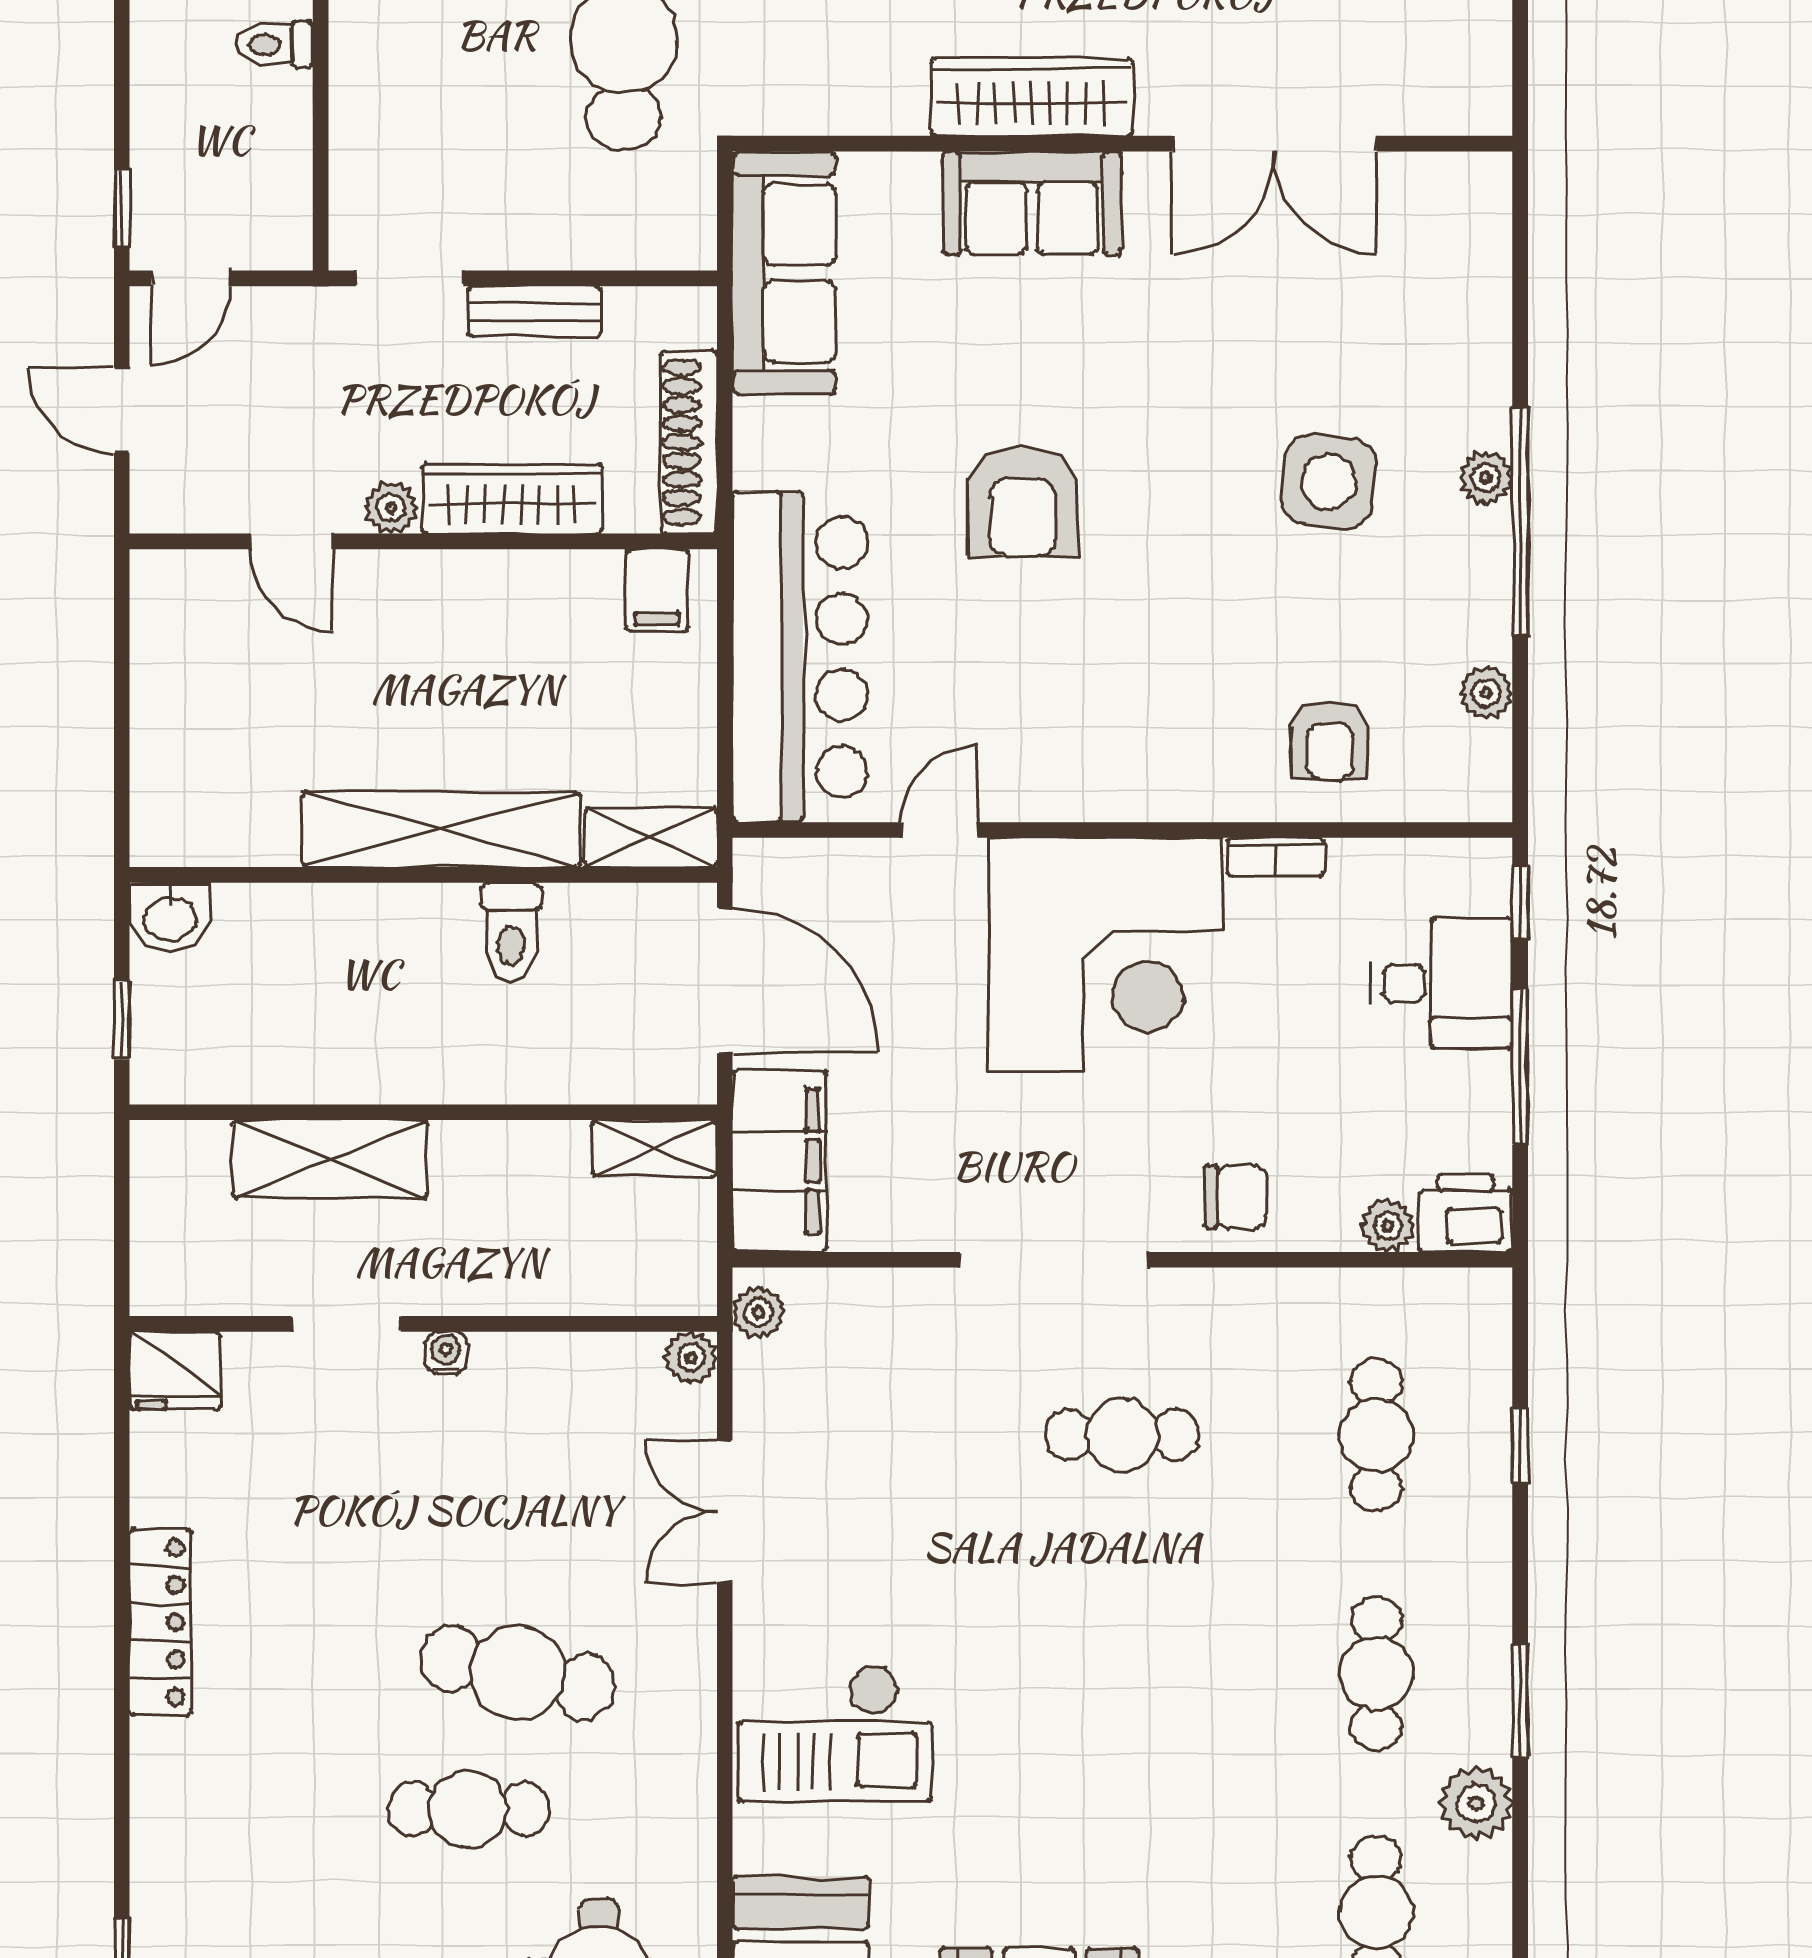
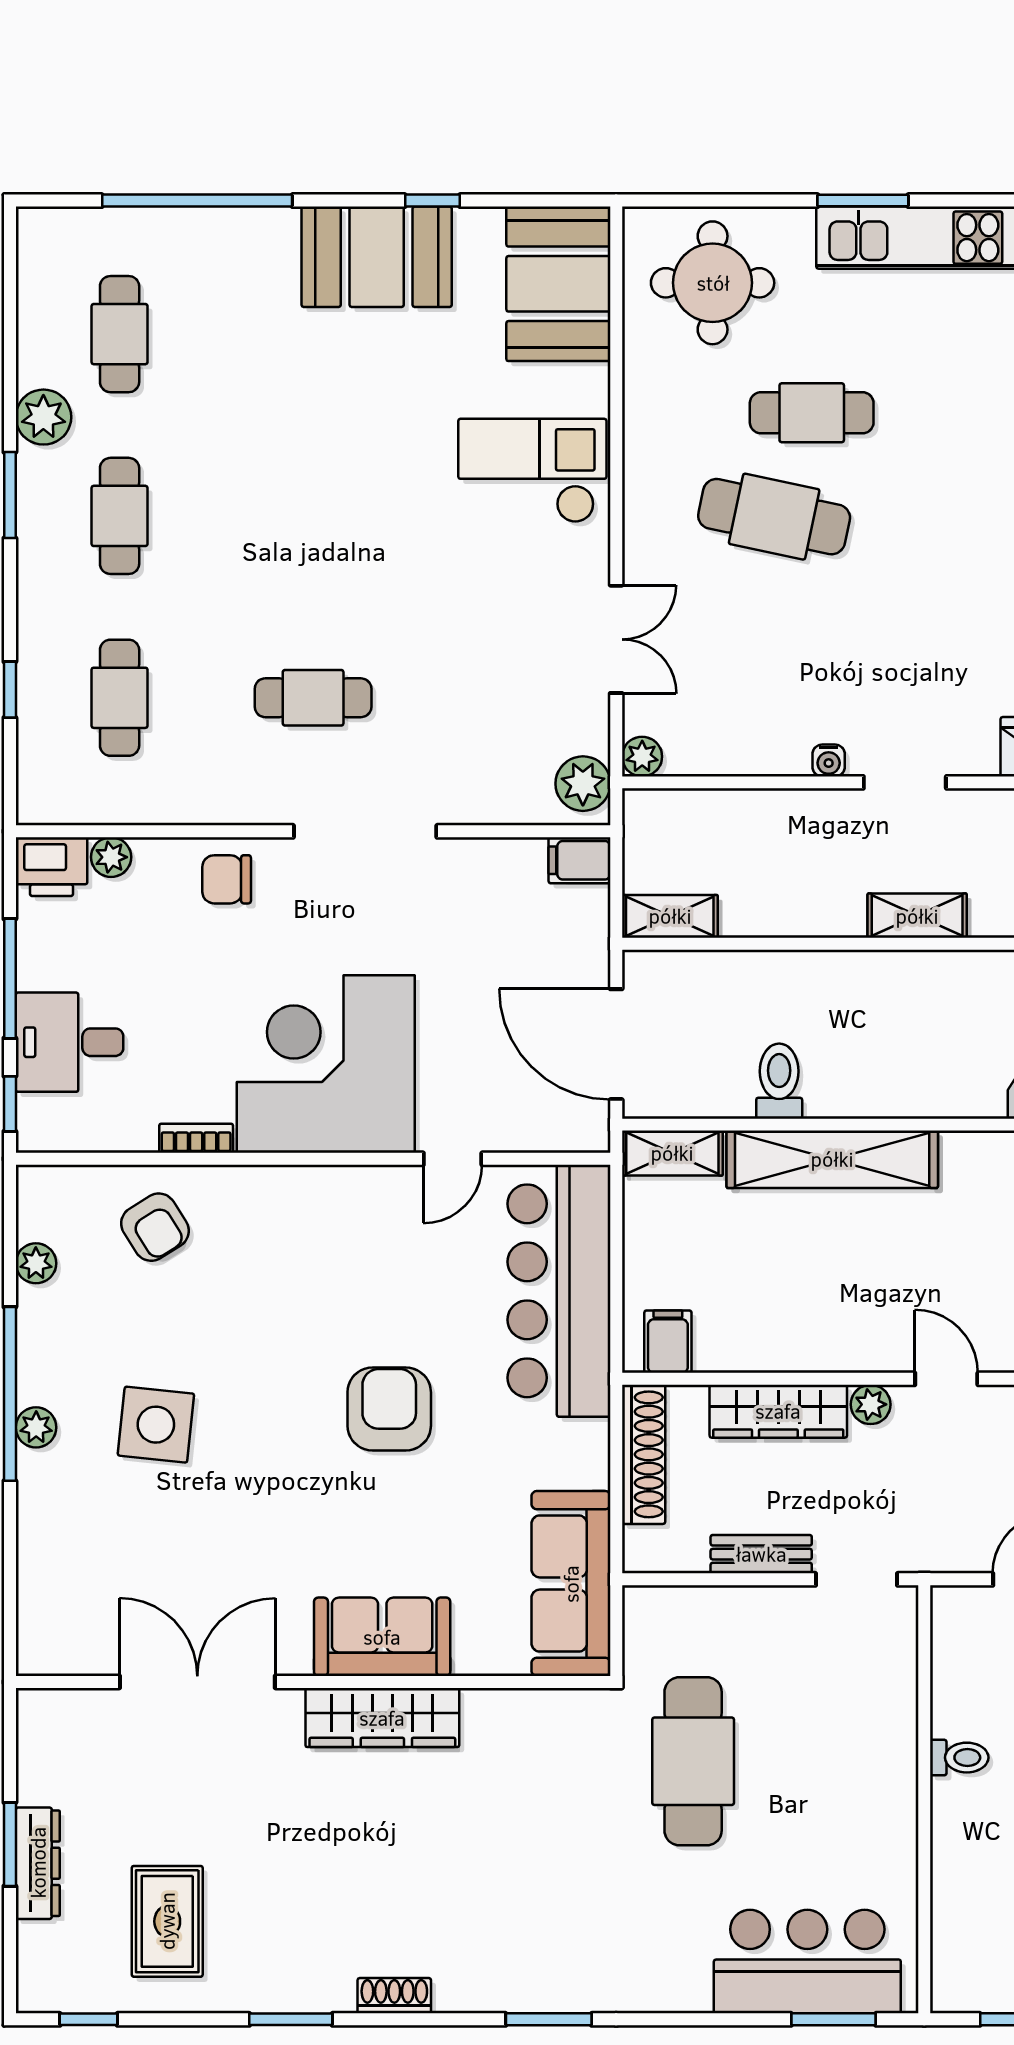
armchair: (1330, 740) -> (155, 1227), turned 148
shelving: (330, 1159) -> (917, 916), width x0.67, depth x0.75
filing cabinet: (780, 1161) -> (580, 860), width x0.33, depth x0.86
plant: (759, 1312) -> (583, 784), width x1.38, depth x1.38

